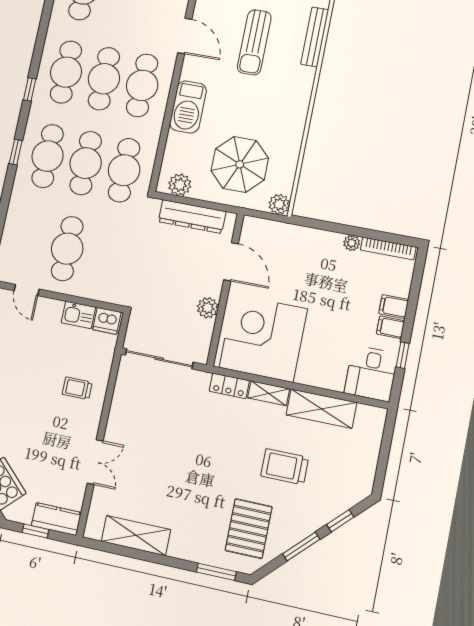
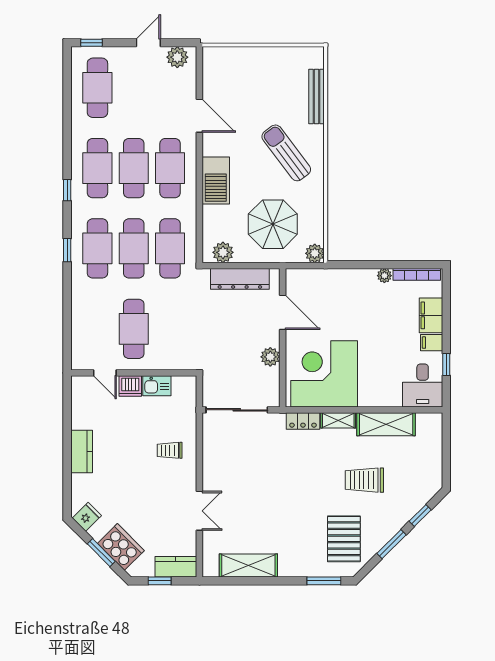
sun lounger: (254, 42) -> (286, 153), moved, turned 143
filing cabinet: (394, 307) -> (431, 315), width x2.00
dishwasher: (107, 321) -> (130, 386), moved

